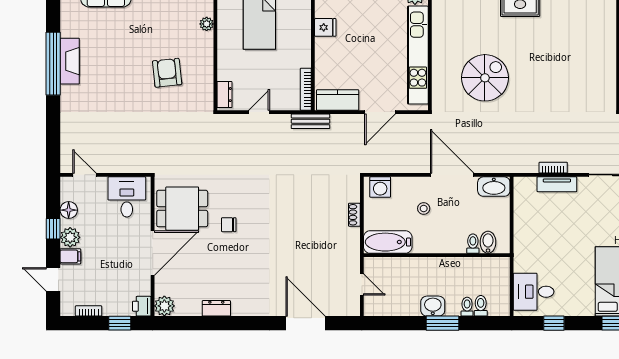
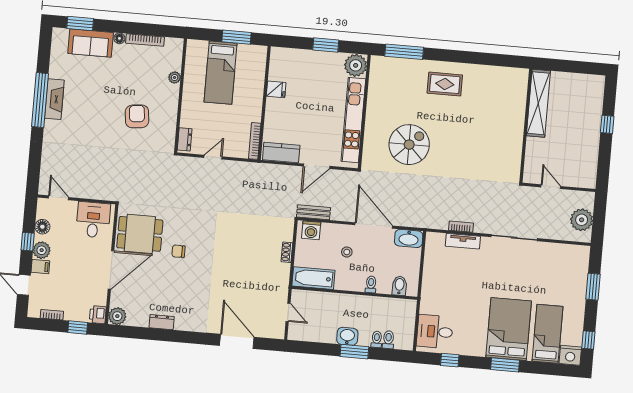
bench: (311, 121) -> (313, 212), moved
toilet: (473, 244) -> (371, 284), moved

